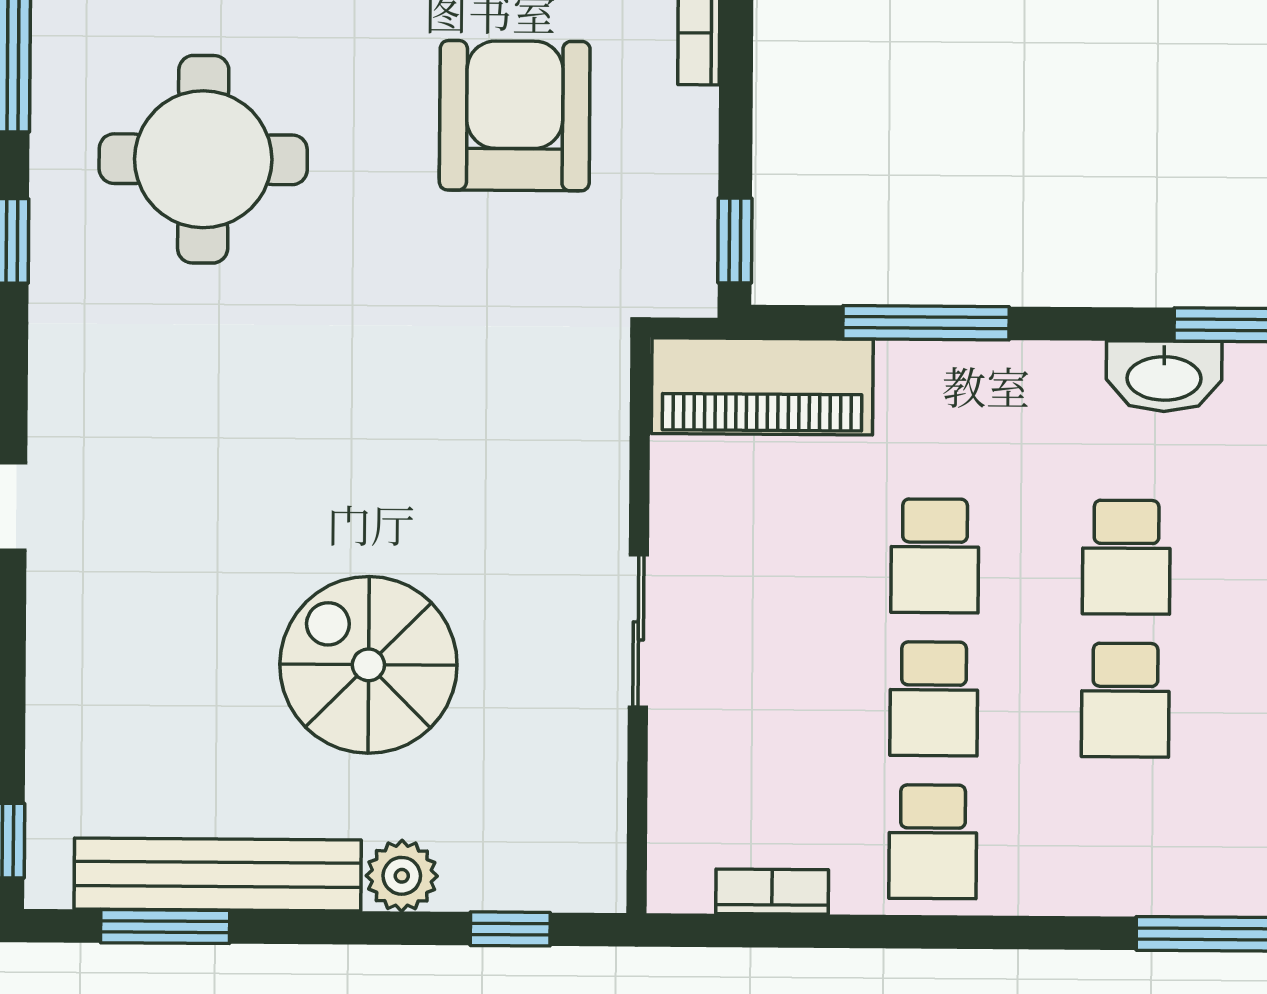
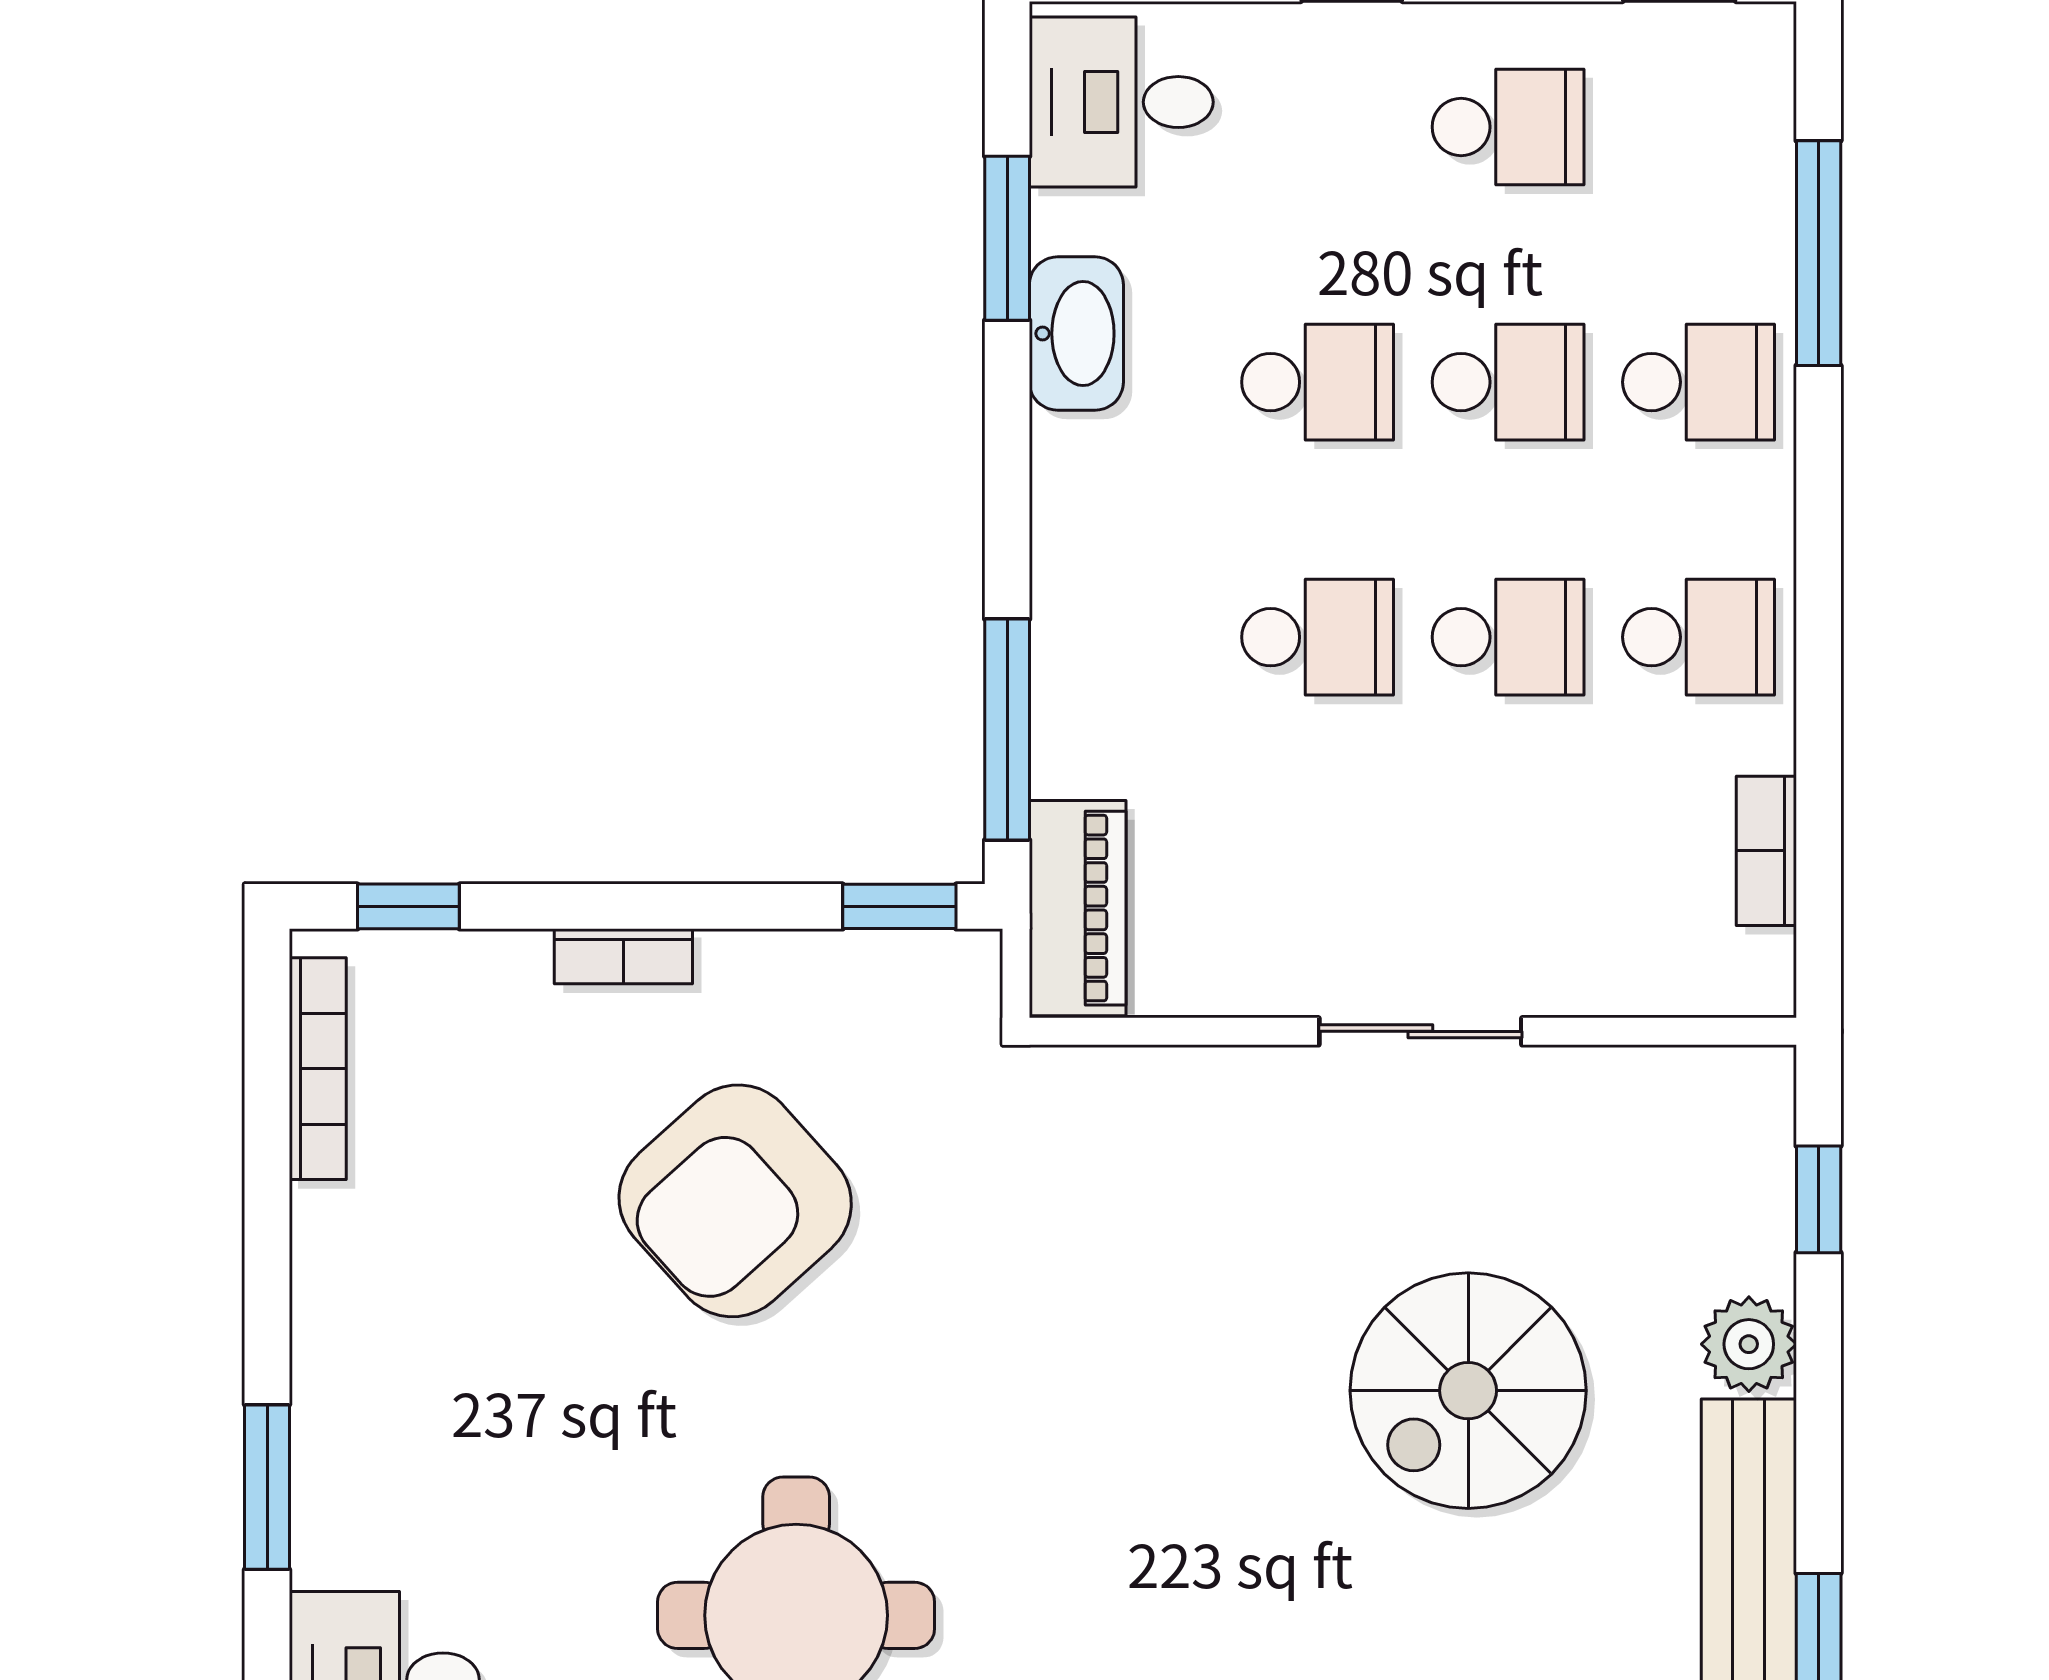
armchair: (515, 116) -> (735, 1201), turned -42
window: (926, 323) -> (1007, 730), moved
piano: (762, 386) -> (1078, 908), width x0.73, depth x0.75
school desk: (1124, 843) -> (1699, 382), added

